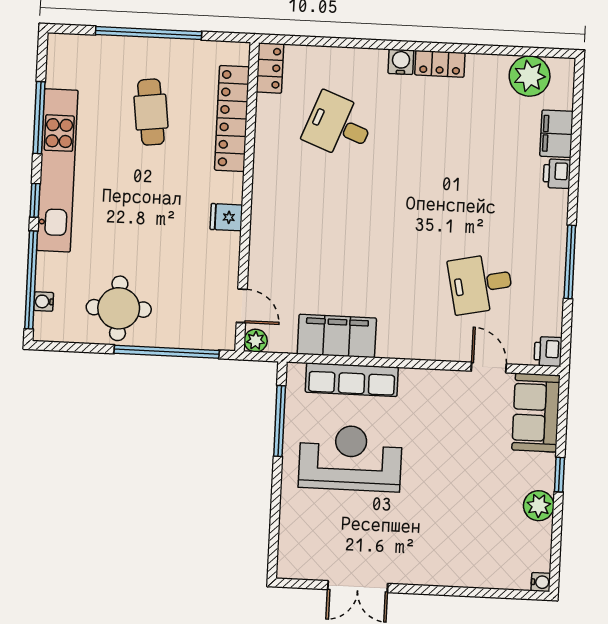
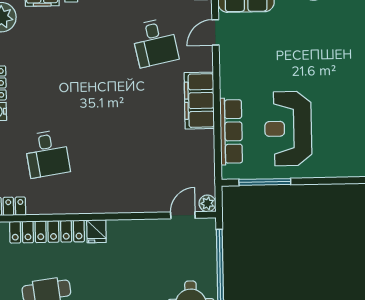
desk: (339, 126) -> (47, 154), turned -30
fridge: (226, 217) -> (96, 231), moved
filing cabinet: (337, 336) -> (199, 101), moved

